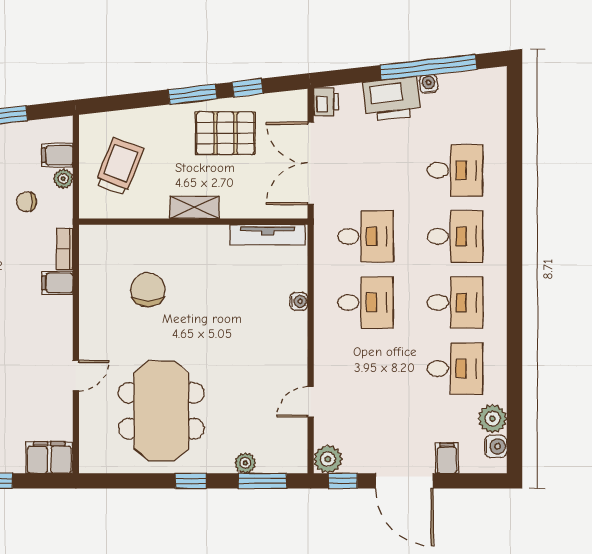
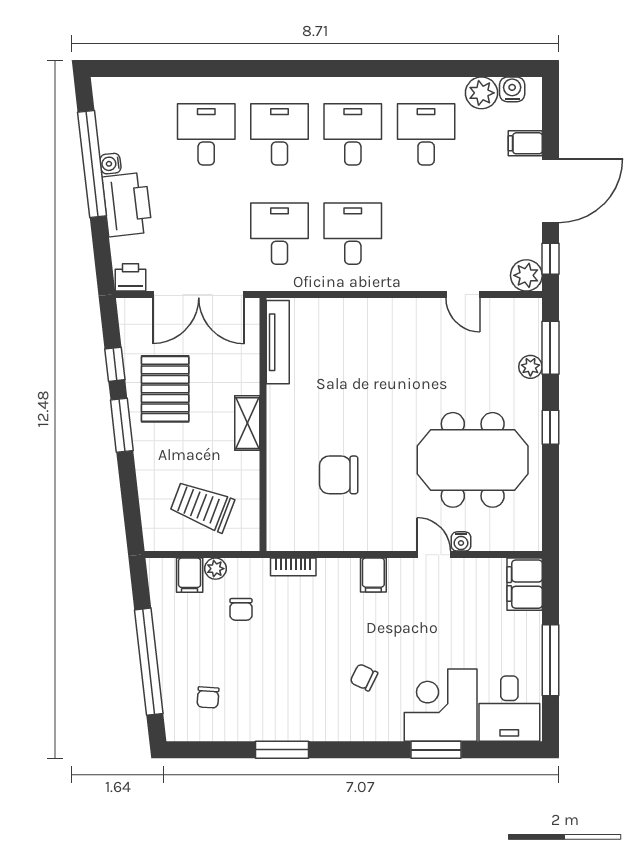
filing cabinet: (57, 283) -> (373, 575), moved
water cooler: (299, 301) -> (461, 541), moved, turned 180

